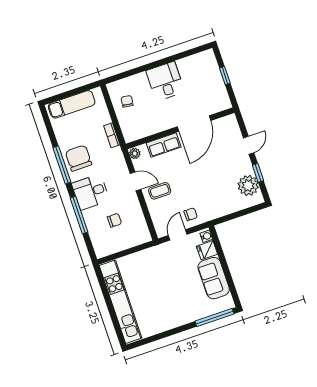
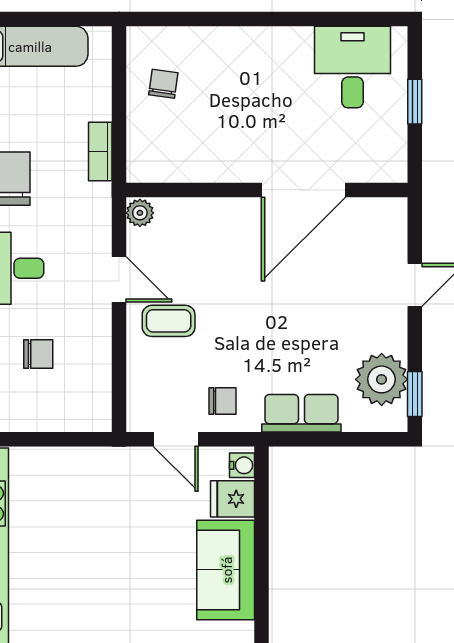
desk: (165, 81) -> (352, 67), moved
row of seats: (164, 145) -> (301, 413), moved, turned 180
window: (258, 173) -> (415, 394), moved
door: (178, 235) -> (176, 439), swing flipped

